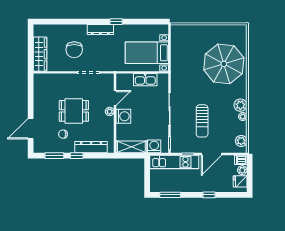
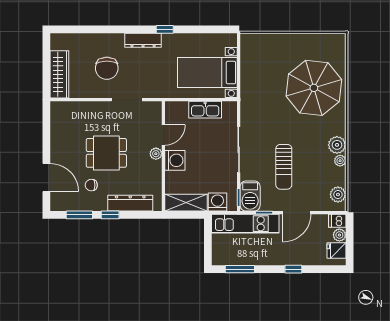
door: (31, 129) -> (46, 178), swing flipped
barbecue: (178, 142) -> (250, 196), added

